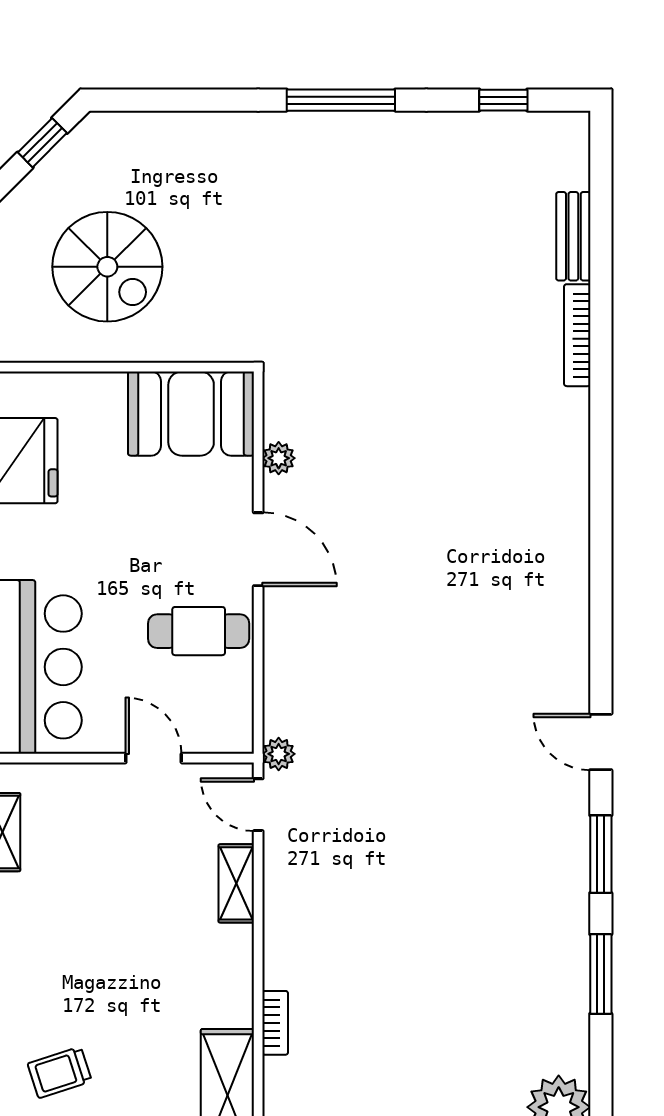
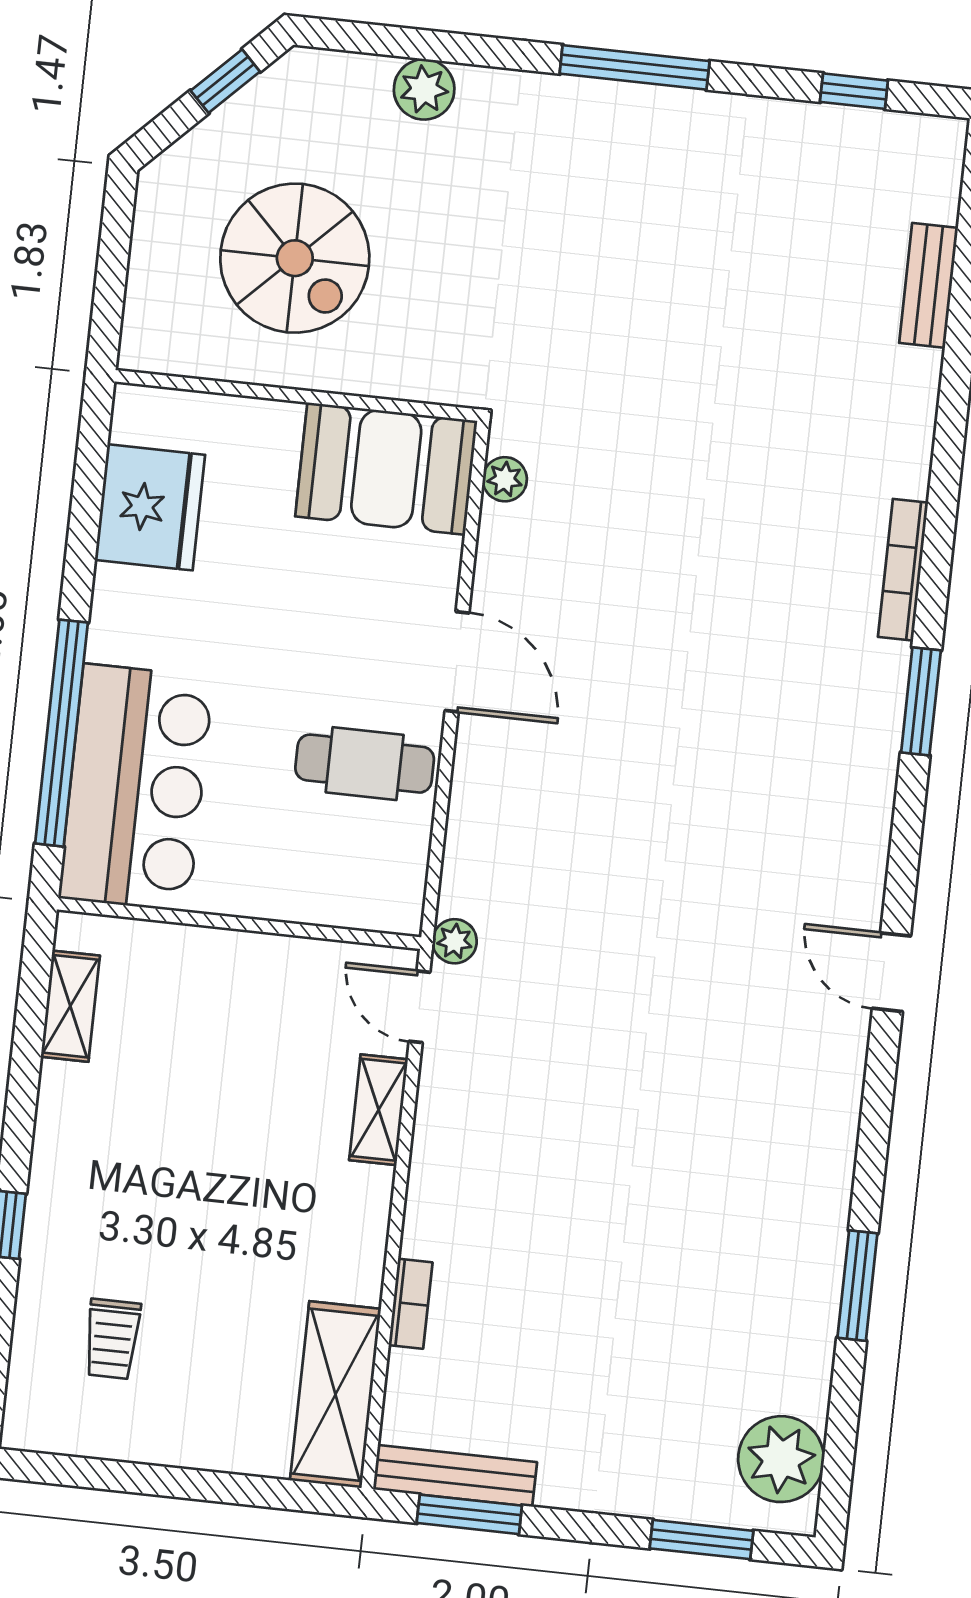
plant: (189, 133) -> (424, 89), added
bookcase: (577, 335) -> (903, 570), moved
plant: (279, 458) -> (505, 479), moved
door: (154, 758) -> (285, 928), removed
window: (601, 854) -> (921, 701), moved
trolley: (60, 1072) -> (112, 1339), turned -72

